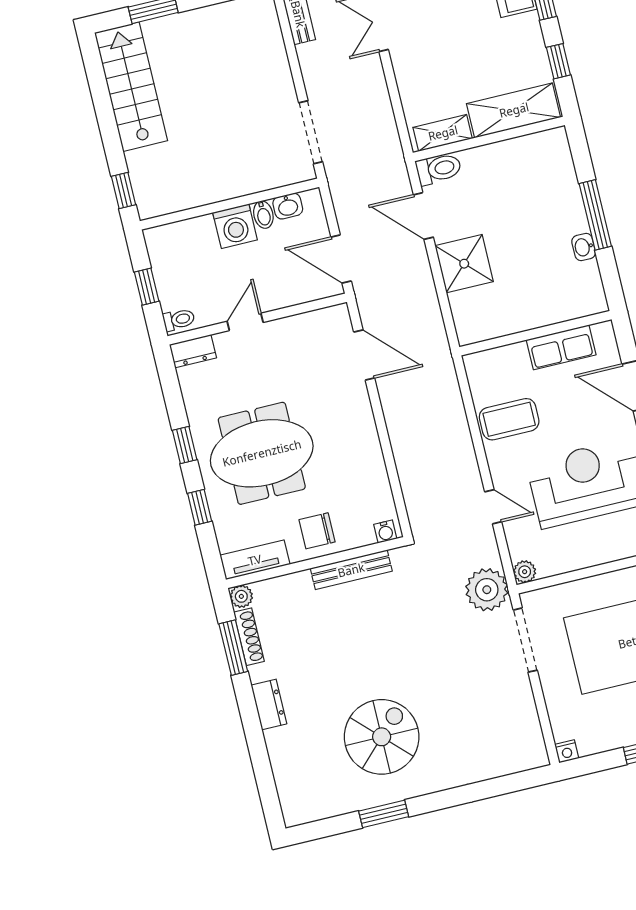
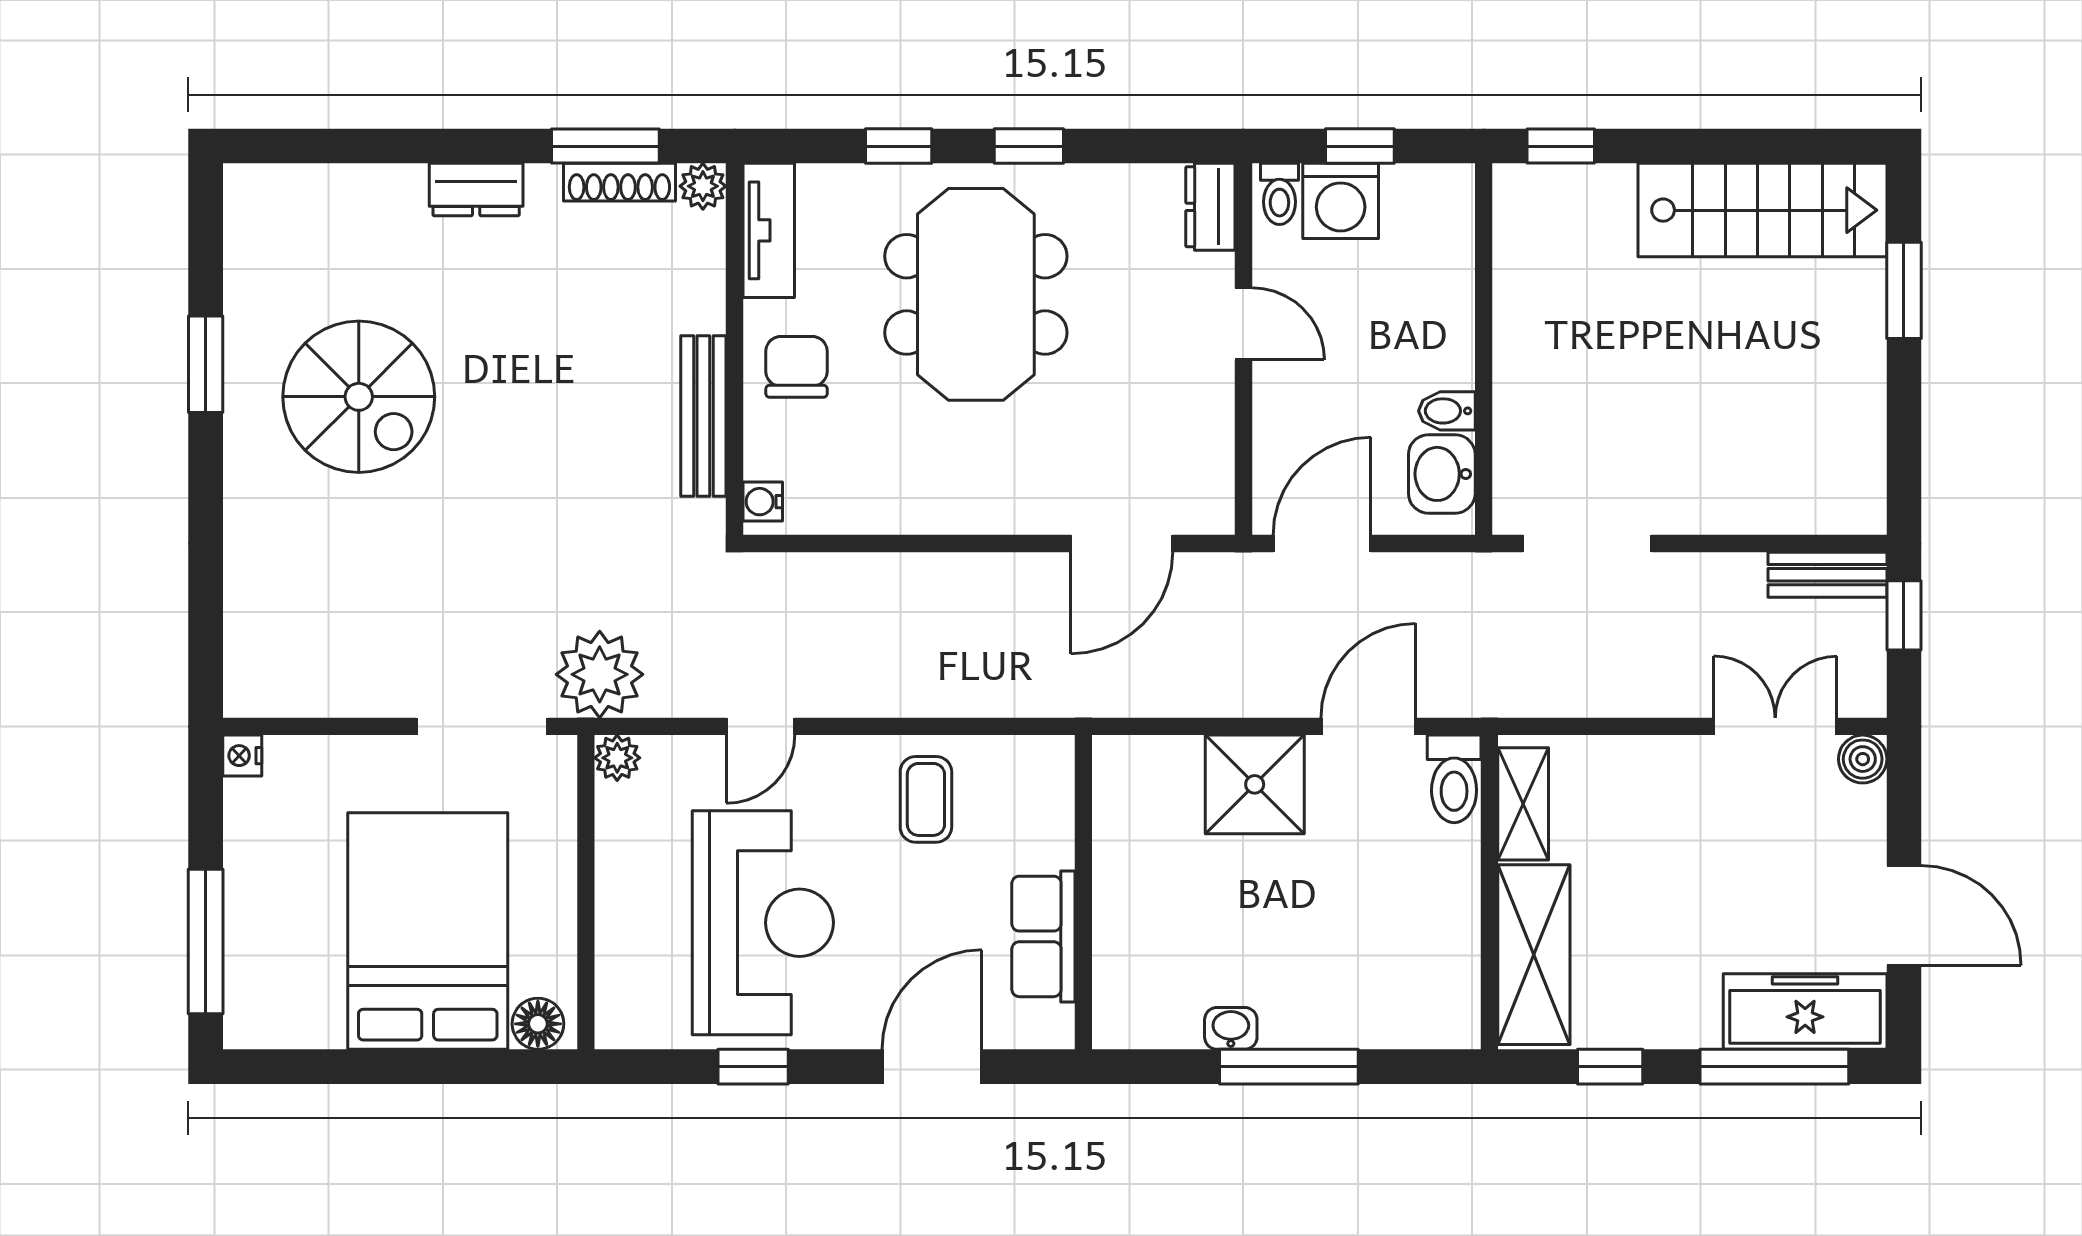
washbasin: (288, 206) -> (1442, 474), width x1.38, depth x1.45
washing machine: (235, 226) -> (1341, 201), moved, turned -90
coffee table: (509, 419) -> (926, 799), width x0.73, depth x0.77

